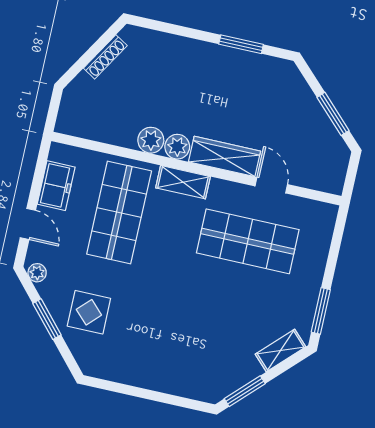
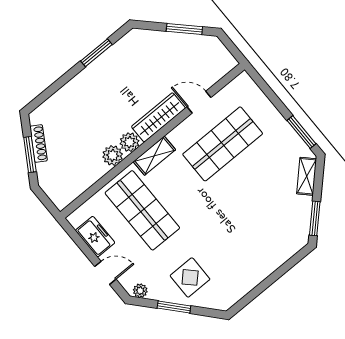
window: (88, 57) -> (30, 155), added

